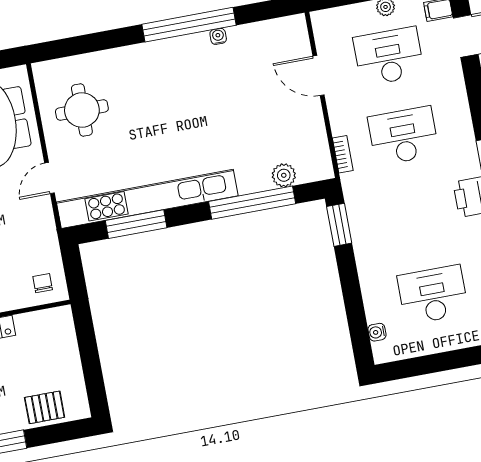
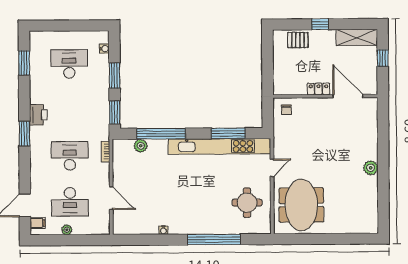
window: (189, 25) -> (214, 239), moved
desk: (403, 136) -> (70, 156), turned 180
window: (351, 289) -> (114, 76), added
desk: (433, 295) -> (69, 64), turned 180

